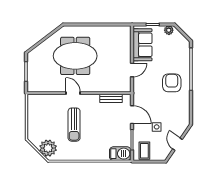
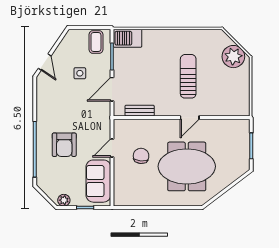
chair: (110, 64) -> (141, 156), added
armchair: (172, 83) -> (64, 145), moved
door: (73, 93) -> (190, 118), hinge flipped
door: (132, 115) -> (112, 89), hinge flipped
door: (178, 144) -> (45, 62), moved
plant: (48, 148) -> (233, 57), moved

